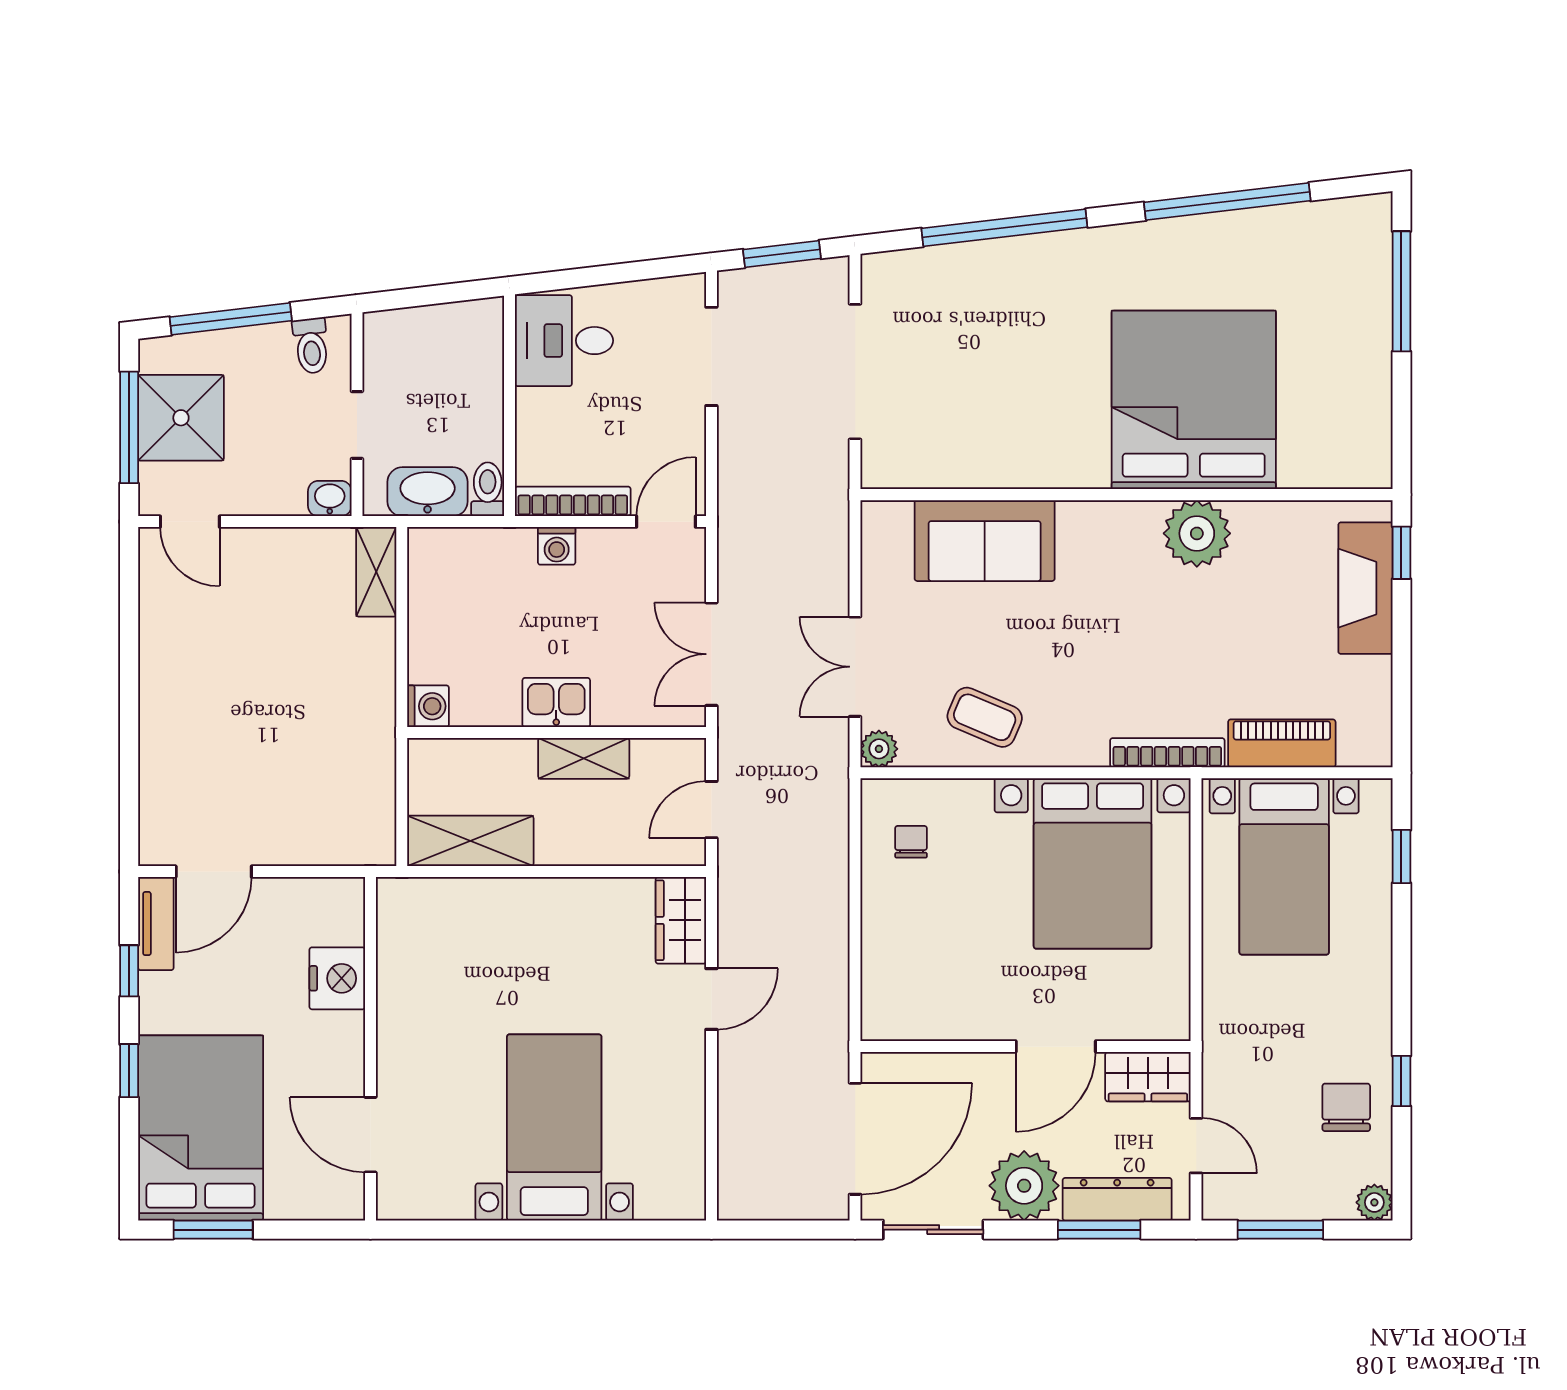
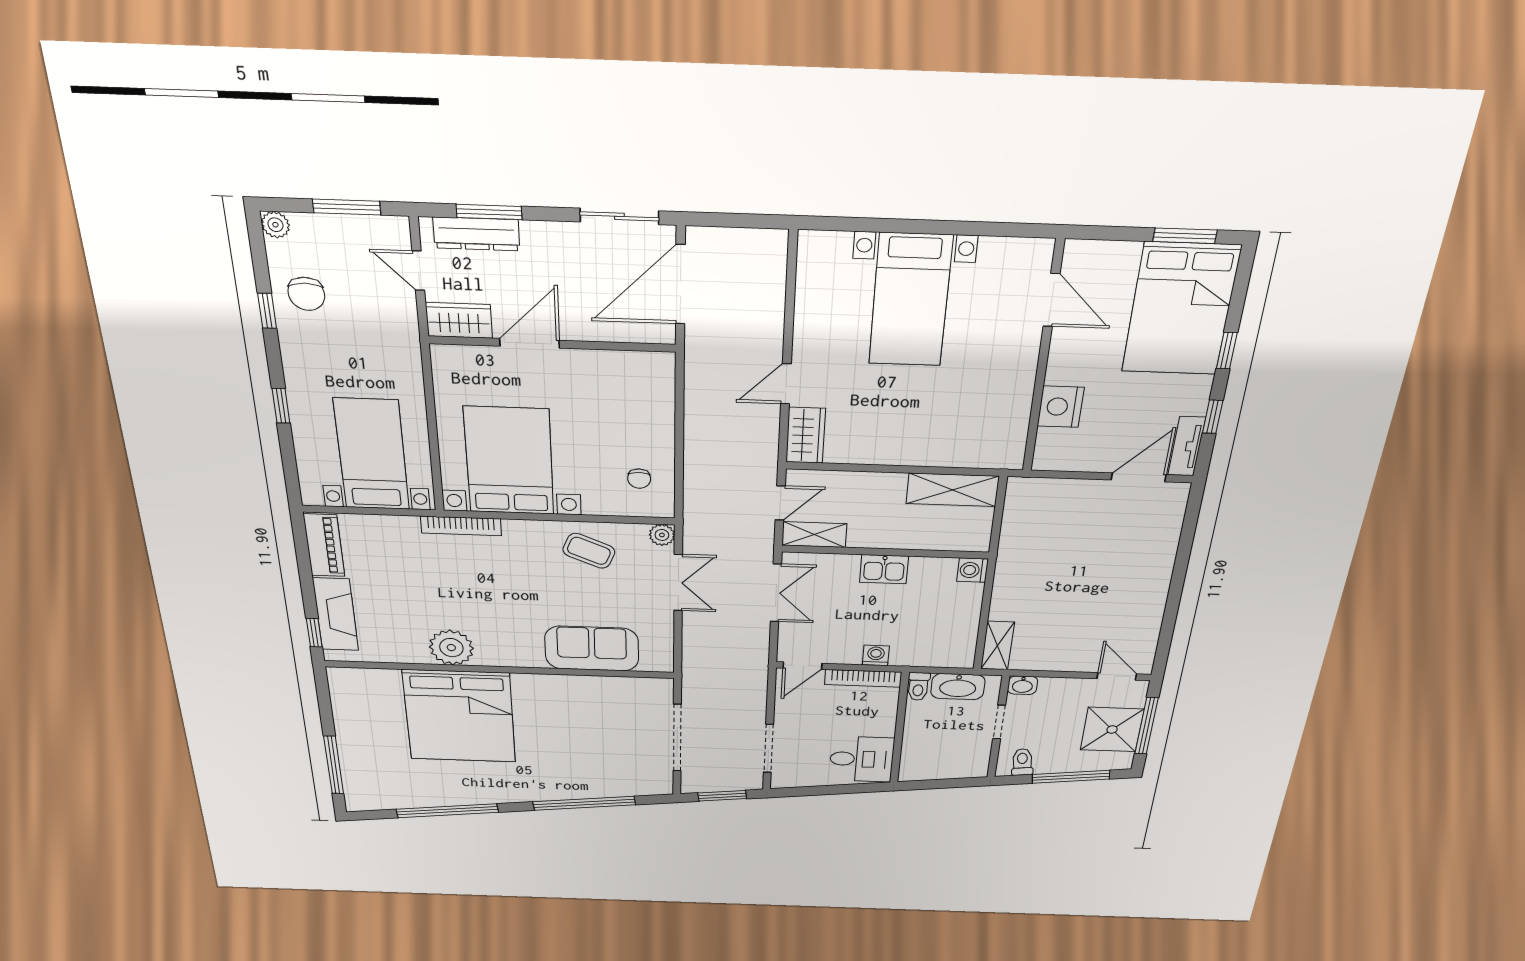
piano: (1282, 743) -> (324, 545), moved, turned -90
shelving: (584, 758) -> (814, 535), moved
window: (1401, 857) -> (281, 406), moved
plant: (1024, 1186) -> (549, 246), removed

